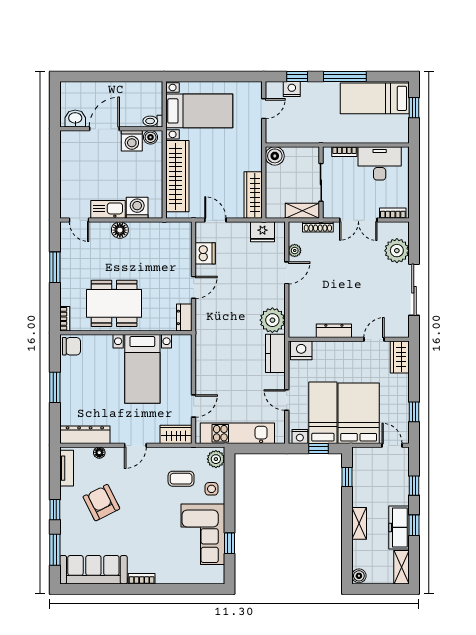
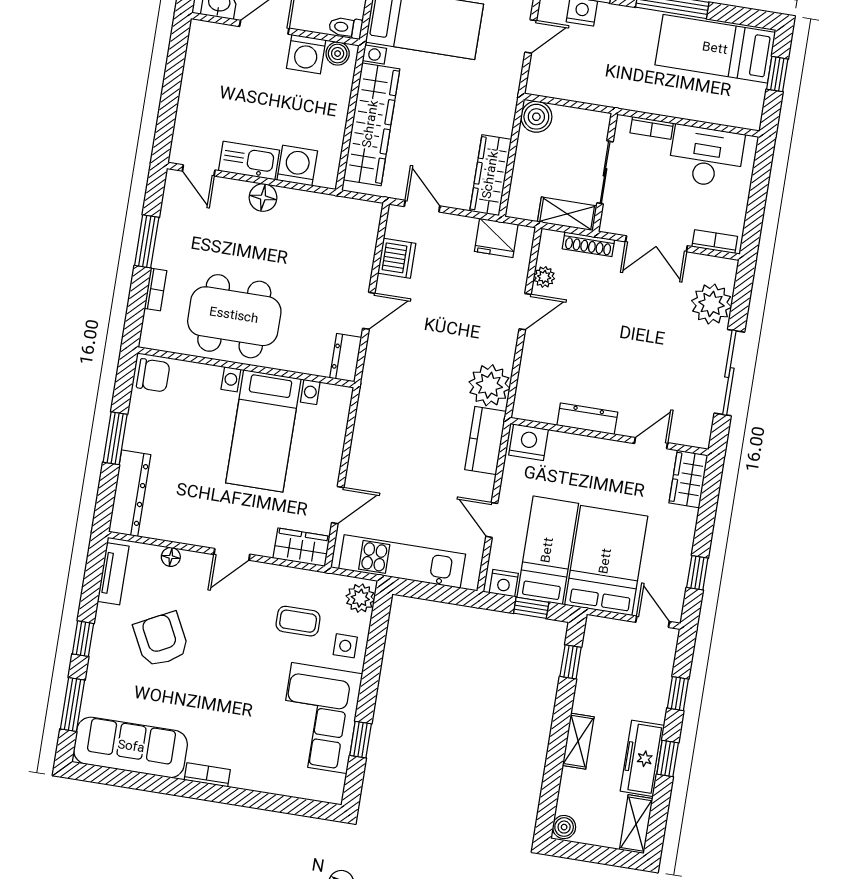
bookcase: (65, 319) -> (156, 289), moved
dresser: (85, 435) -> (130, 493), moved, turned 90

